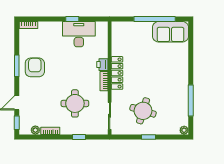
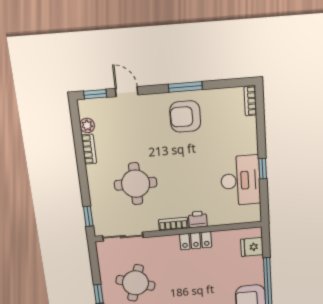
fridge: (125, 29) -> (252, 247), added
armchair: (35, 67) -> (185, 117), turned 180
locker: (117, 73) -> (196, 241), width x0.66
window: (79, 137) -> (88, 216), moved

